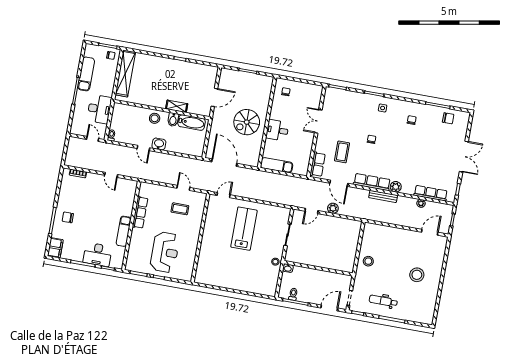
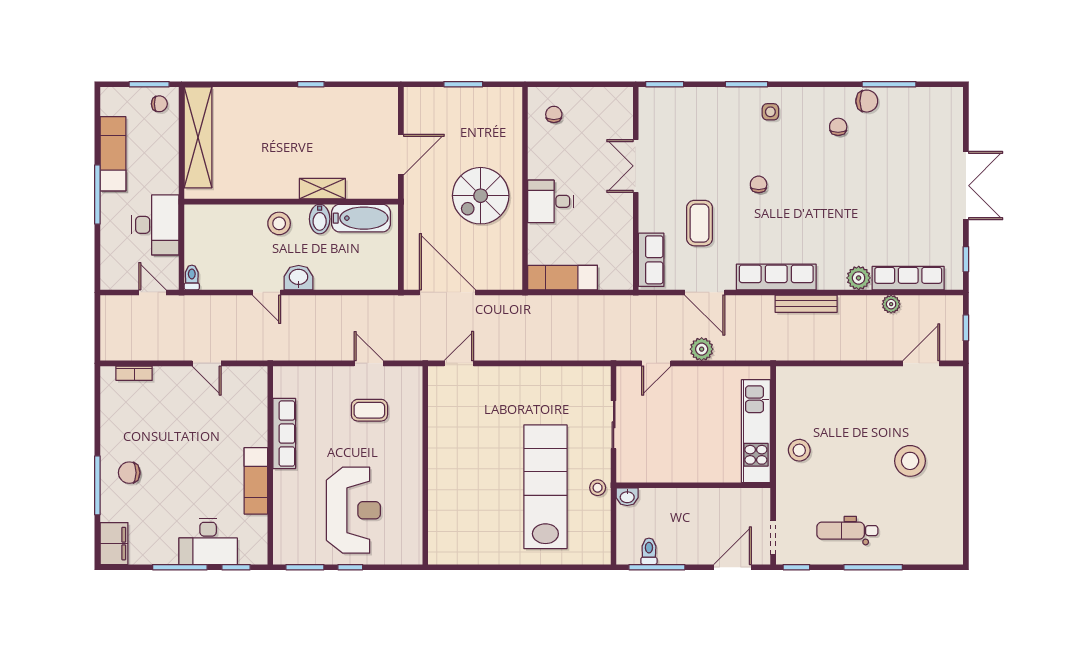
chair: (448, 118) -> (867, 101), moved
plant: (396, 187) -> (859, 278), moved
lab bench: (244, 229) -> (545, 487), moved, width x1.36
kitchen unit: (351, 249) -> (756, 431), added

